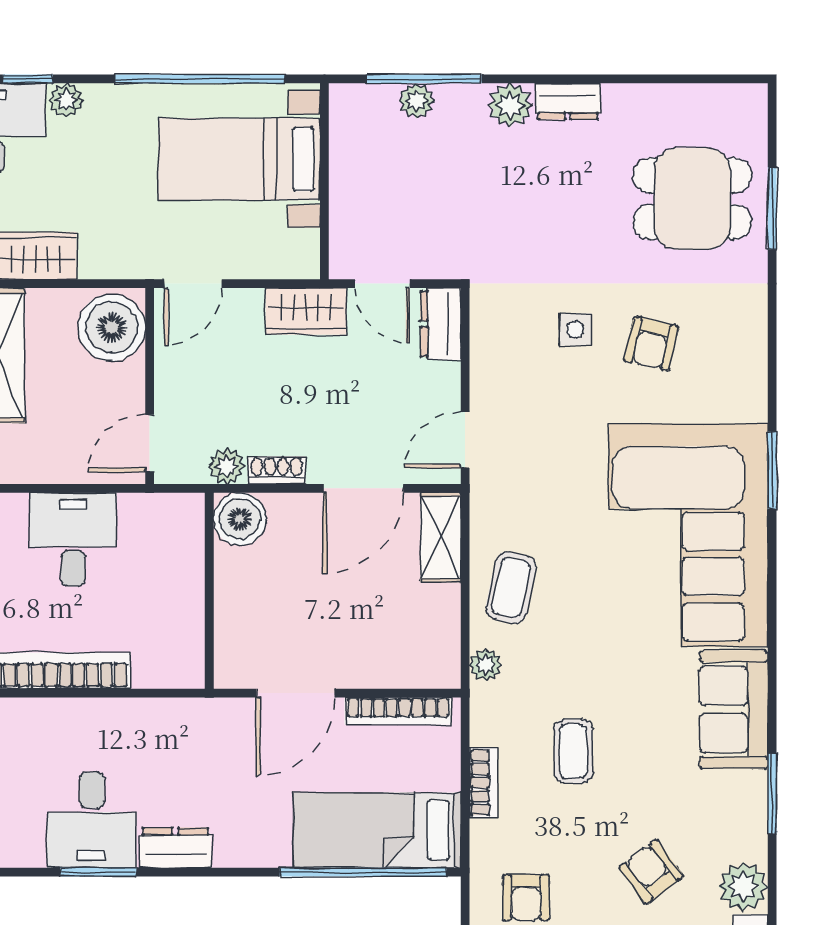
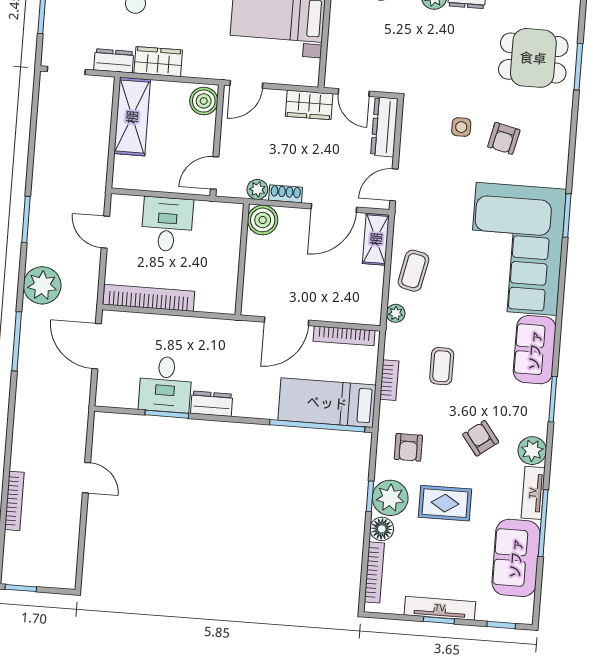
dresser: (441, 324) -> (384, 127), width x1.44
boiler: (112, 328) -> (204, 101), width x0.73, depth x0.73

